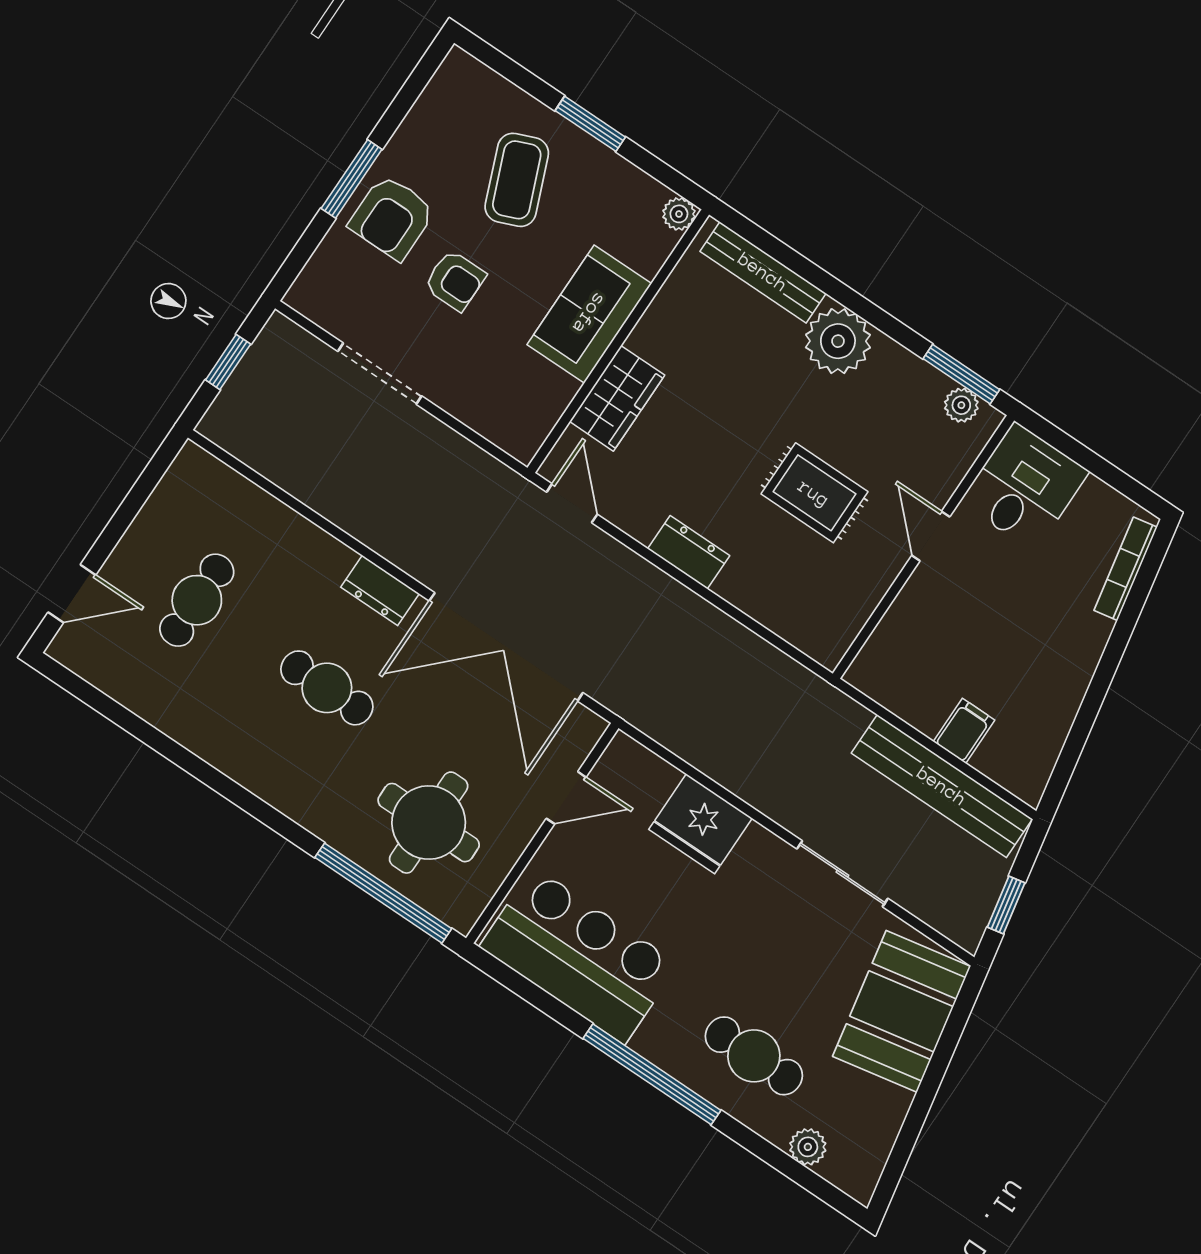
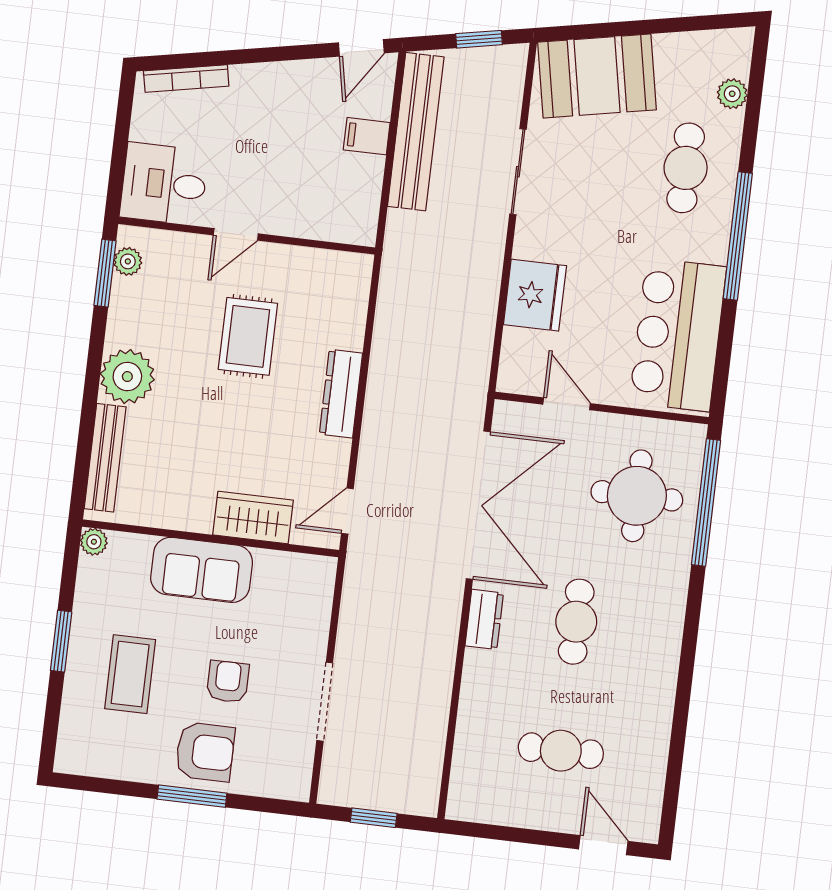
coffee table: (517, 180) -> (130, 674), turned -68
dresser: (689, 552) -> (341, 394), width x1.44
door: (1062, 774) -> (361, 48), added

